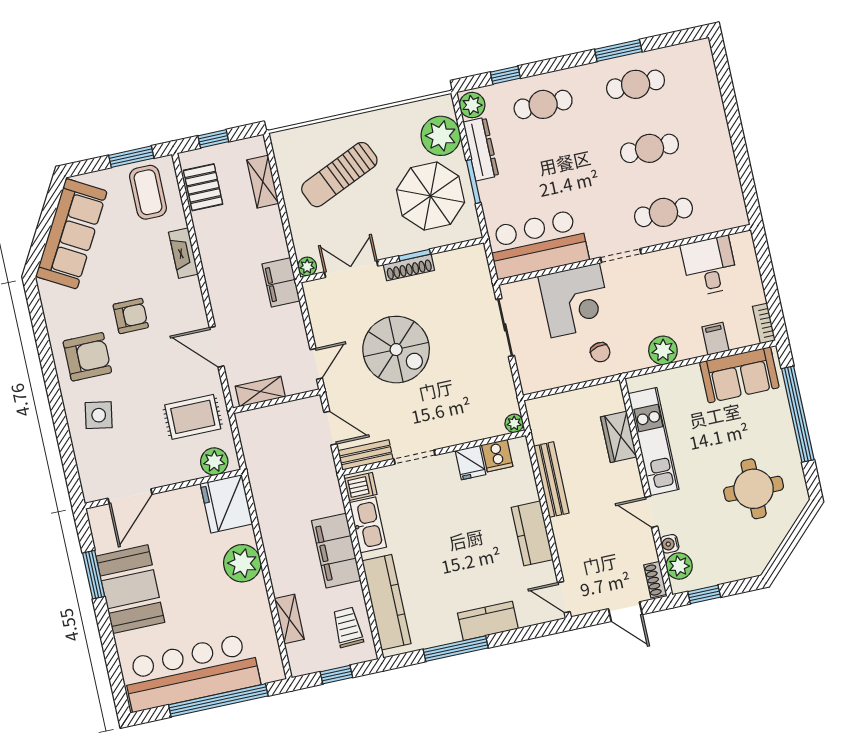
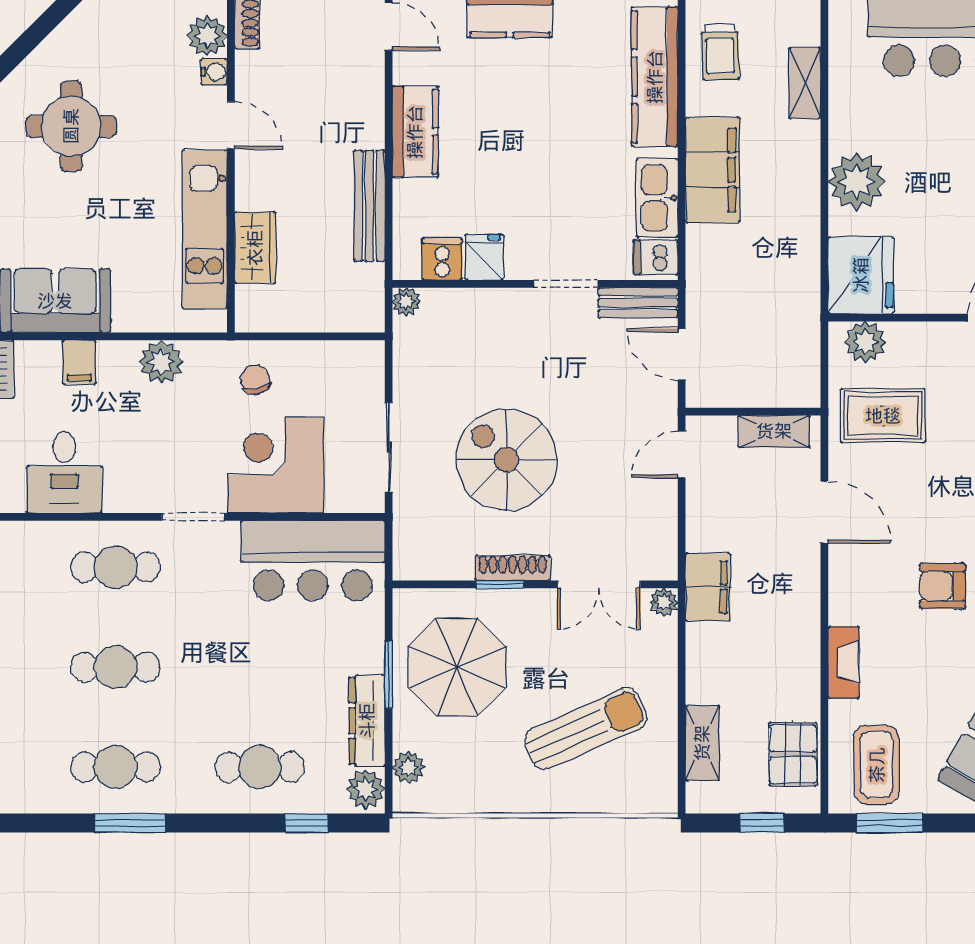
plant: (441, 136) -> (408, 767), width x0.53, depth x0.53
spiral stairs: (396, 350) -> (506, 460), moved

